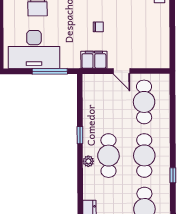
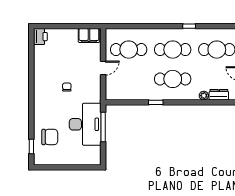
desk: (34, 49) -> (85, 124), moved
filing cabinet: (94, 60) -> (89, 35), moved, turned -90
plant: (88, 161) -> (204, 96), moved

